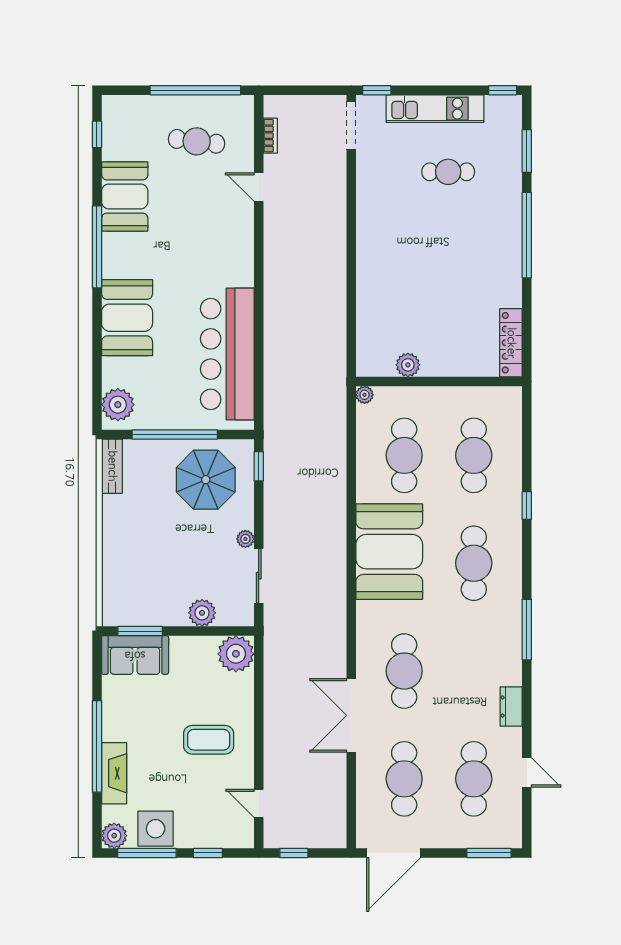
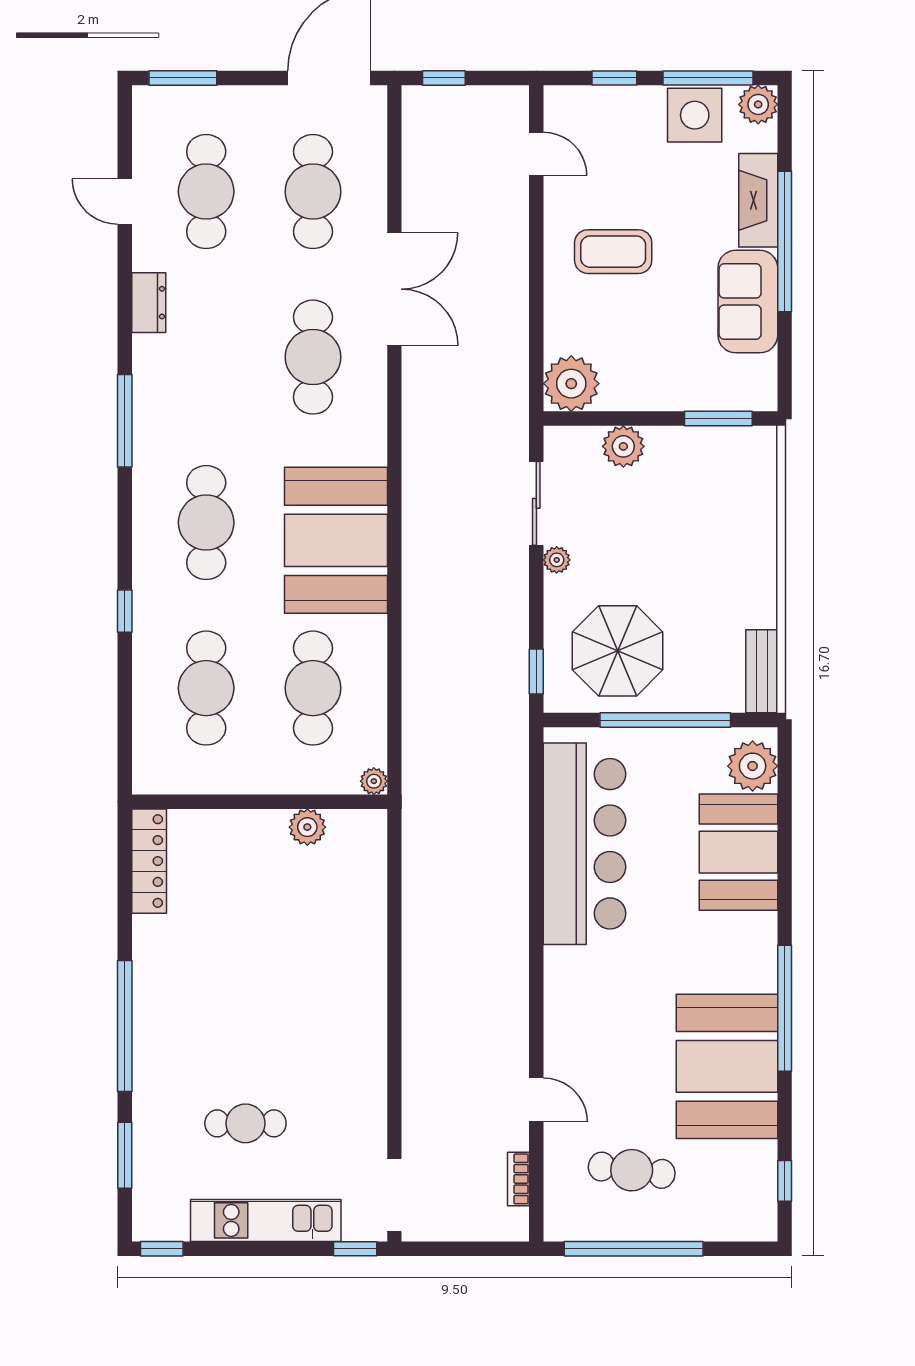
booth: (125, 196) -> (727, 1066), width x1.36, depth x1.42
booth: (127, 318) -> (738, 852), moved
sofa: (135, 655) -> (748, 302), moved, turned -90
window: (294, 853) -> (444, 78), moved

